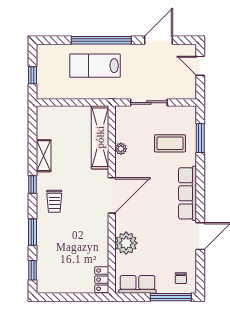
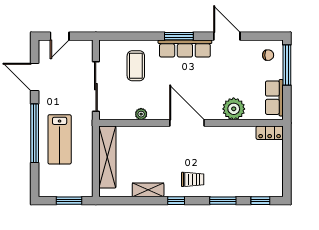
window: (33, 75) -> (69, 201), width x1.50
sliding door: (149, 103) -> (96, 87), width x1.37
shelving: (100, 137) -> (107, 157), moved, turned 90
window: (200, 138) -> (179, 36), moved

